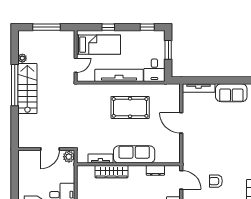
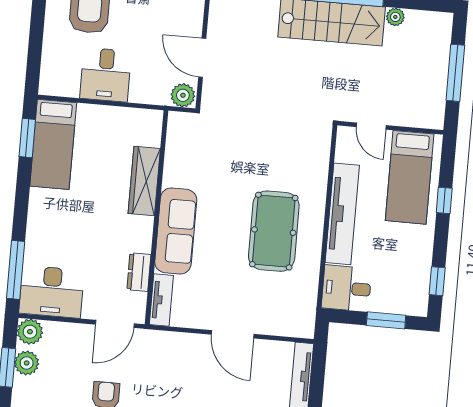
door: (181, 123) -> (233, 334), swing flipped
tv unit: (100, 158) -> (161, 300), moved

